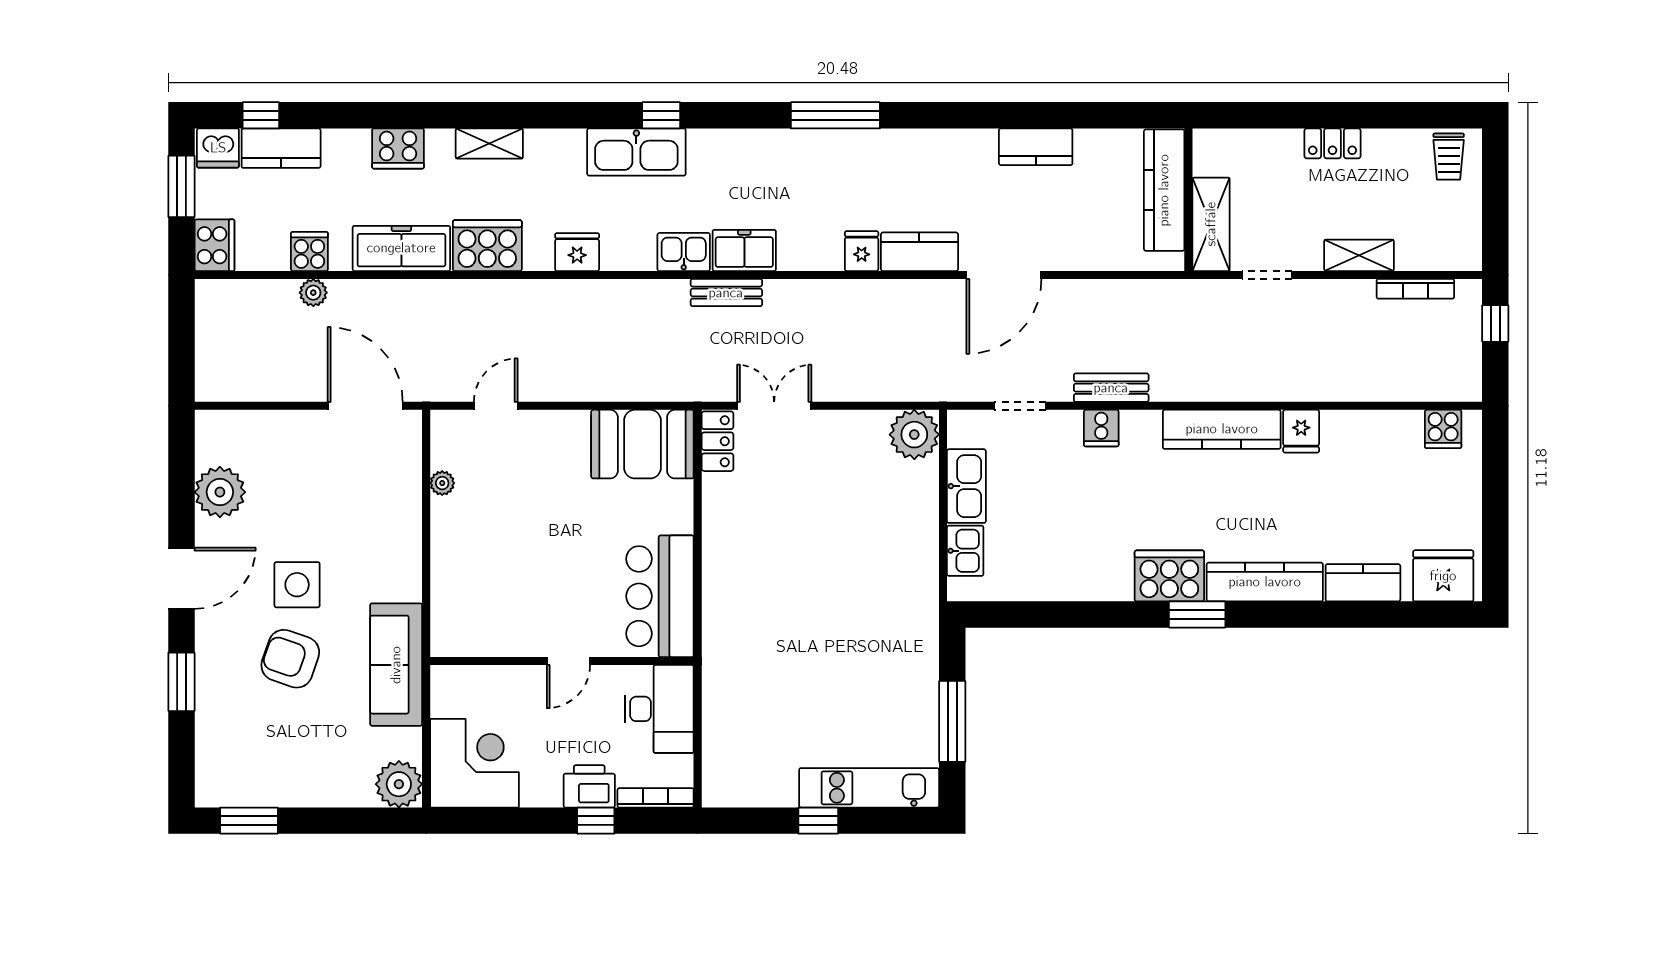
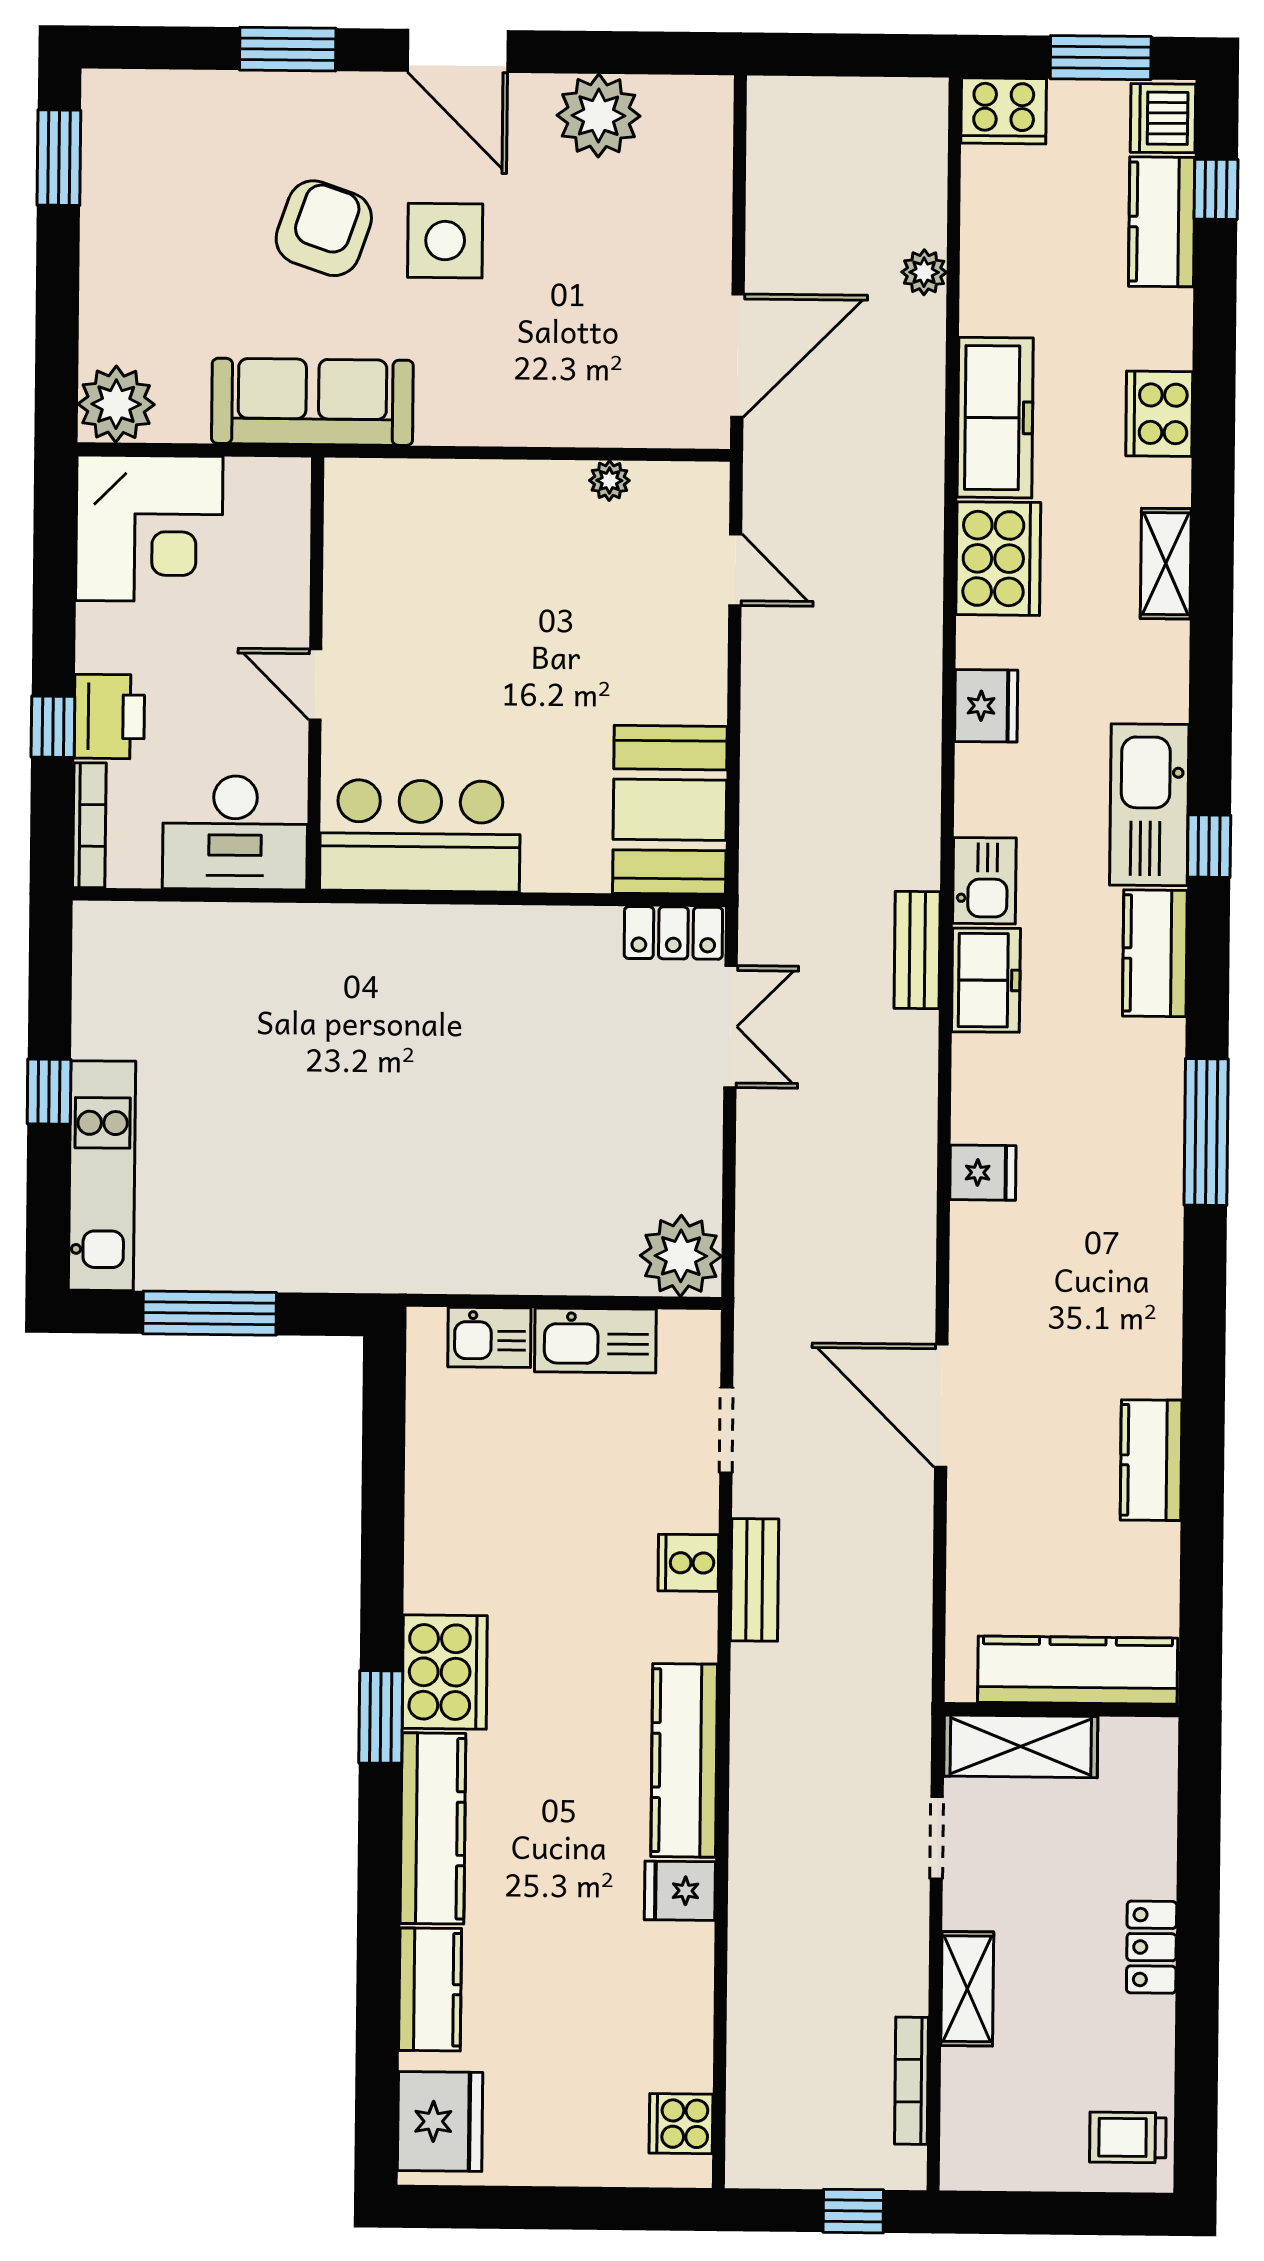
cooker: (309, 251) -> (992, 267), removed
kitchen counter: (919, 252) -> (1155, 953), moved, turned 180

